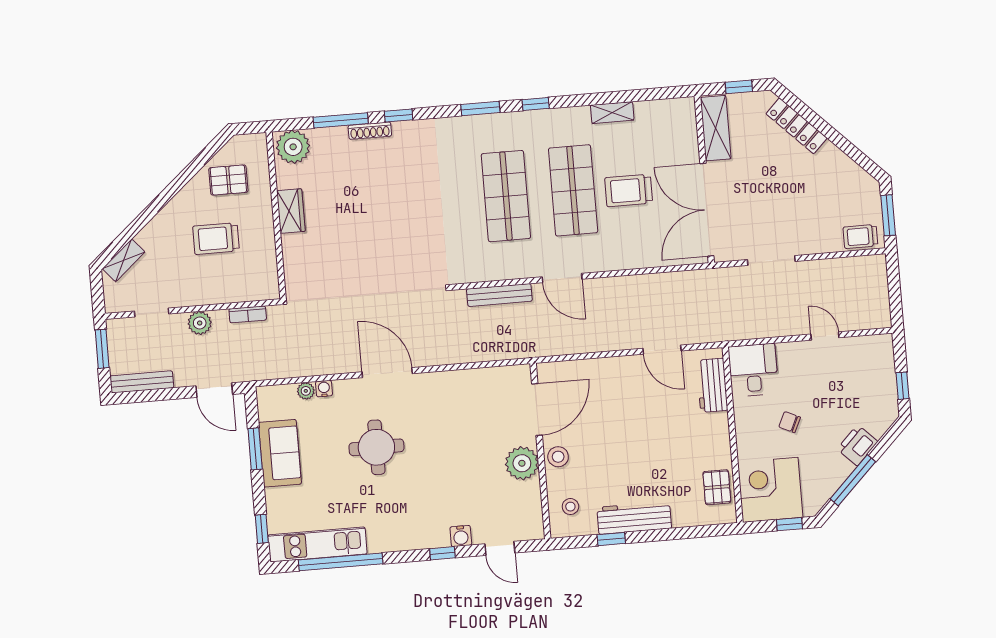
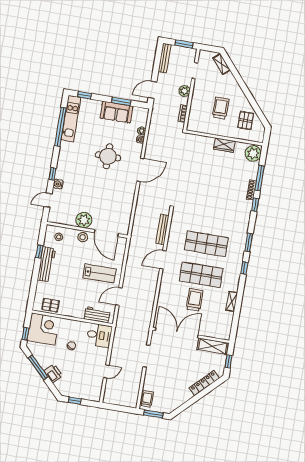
lab bench: (625, 402) -> (99, 273), added

